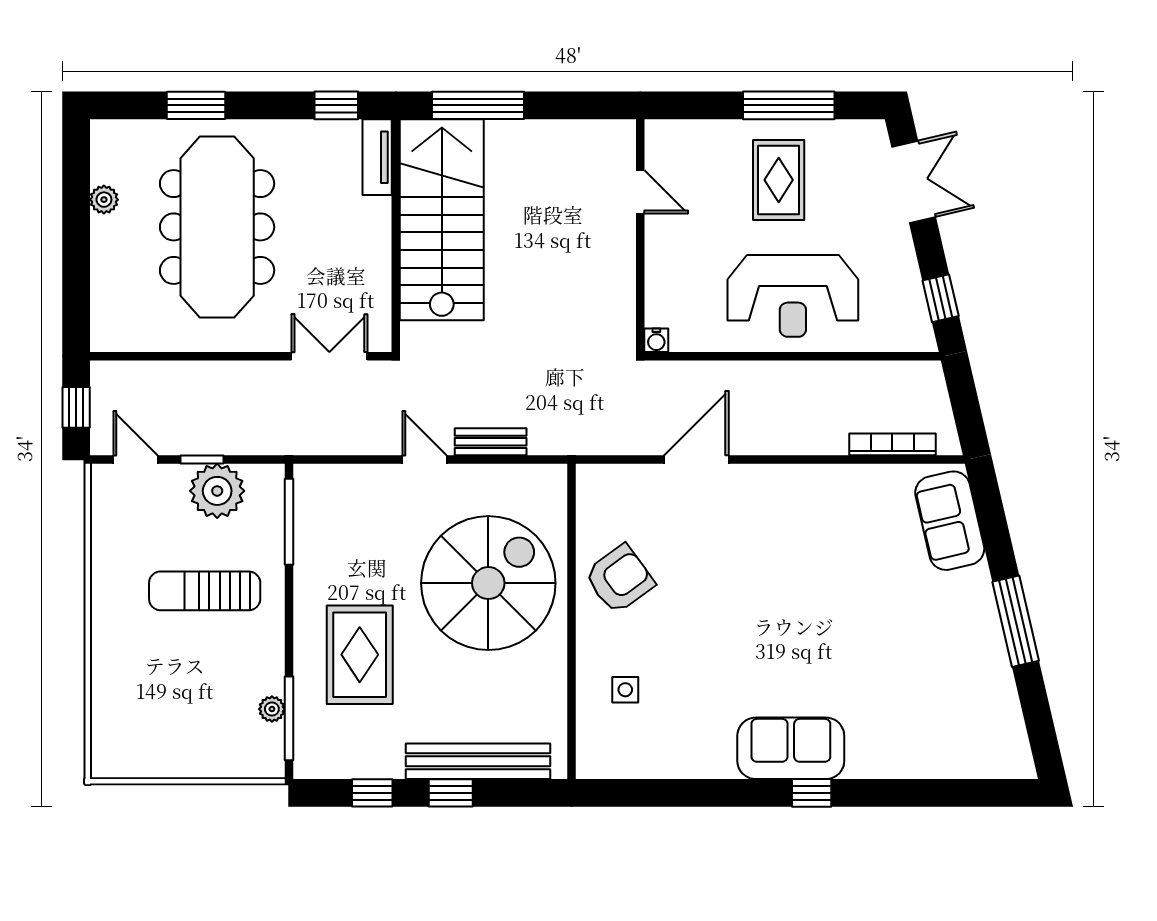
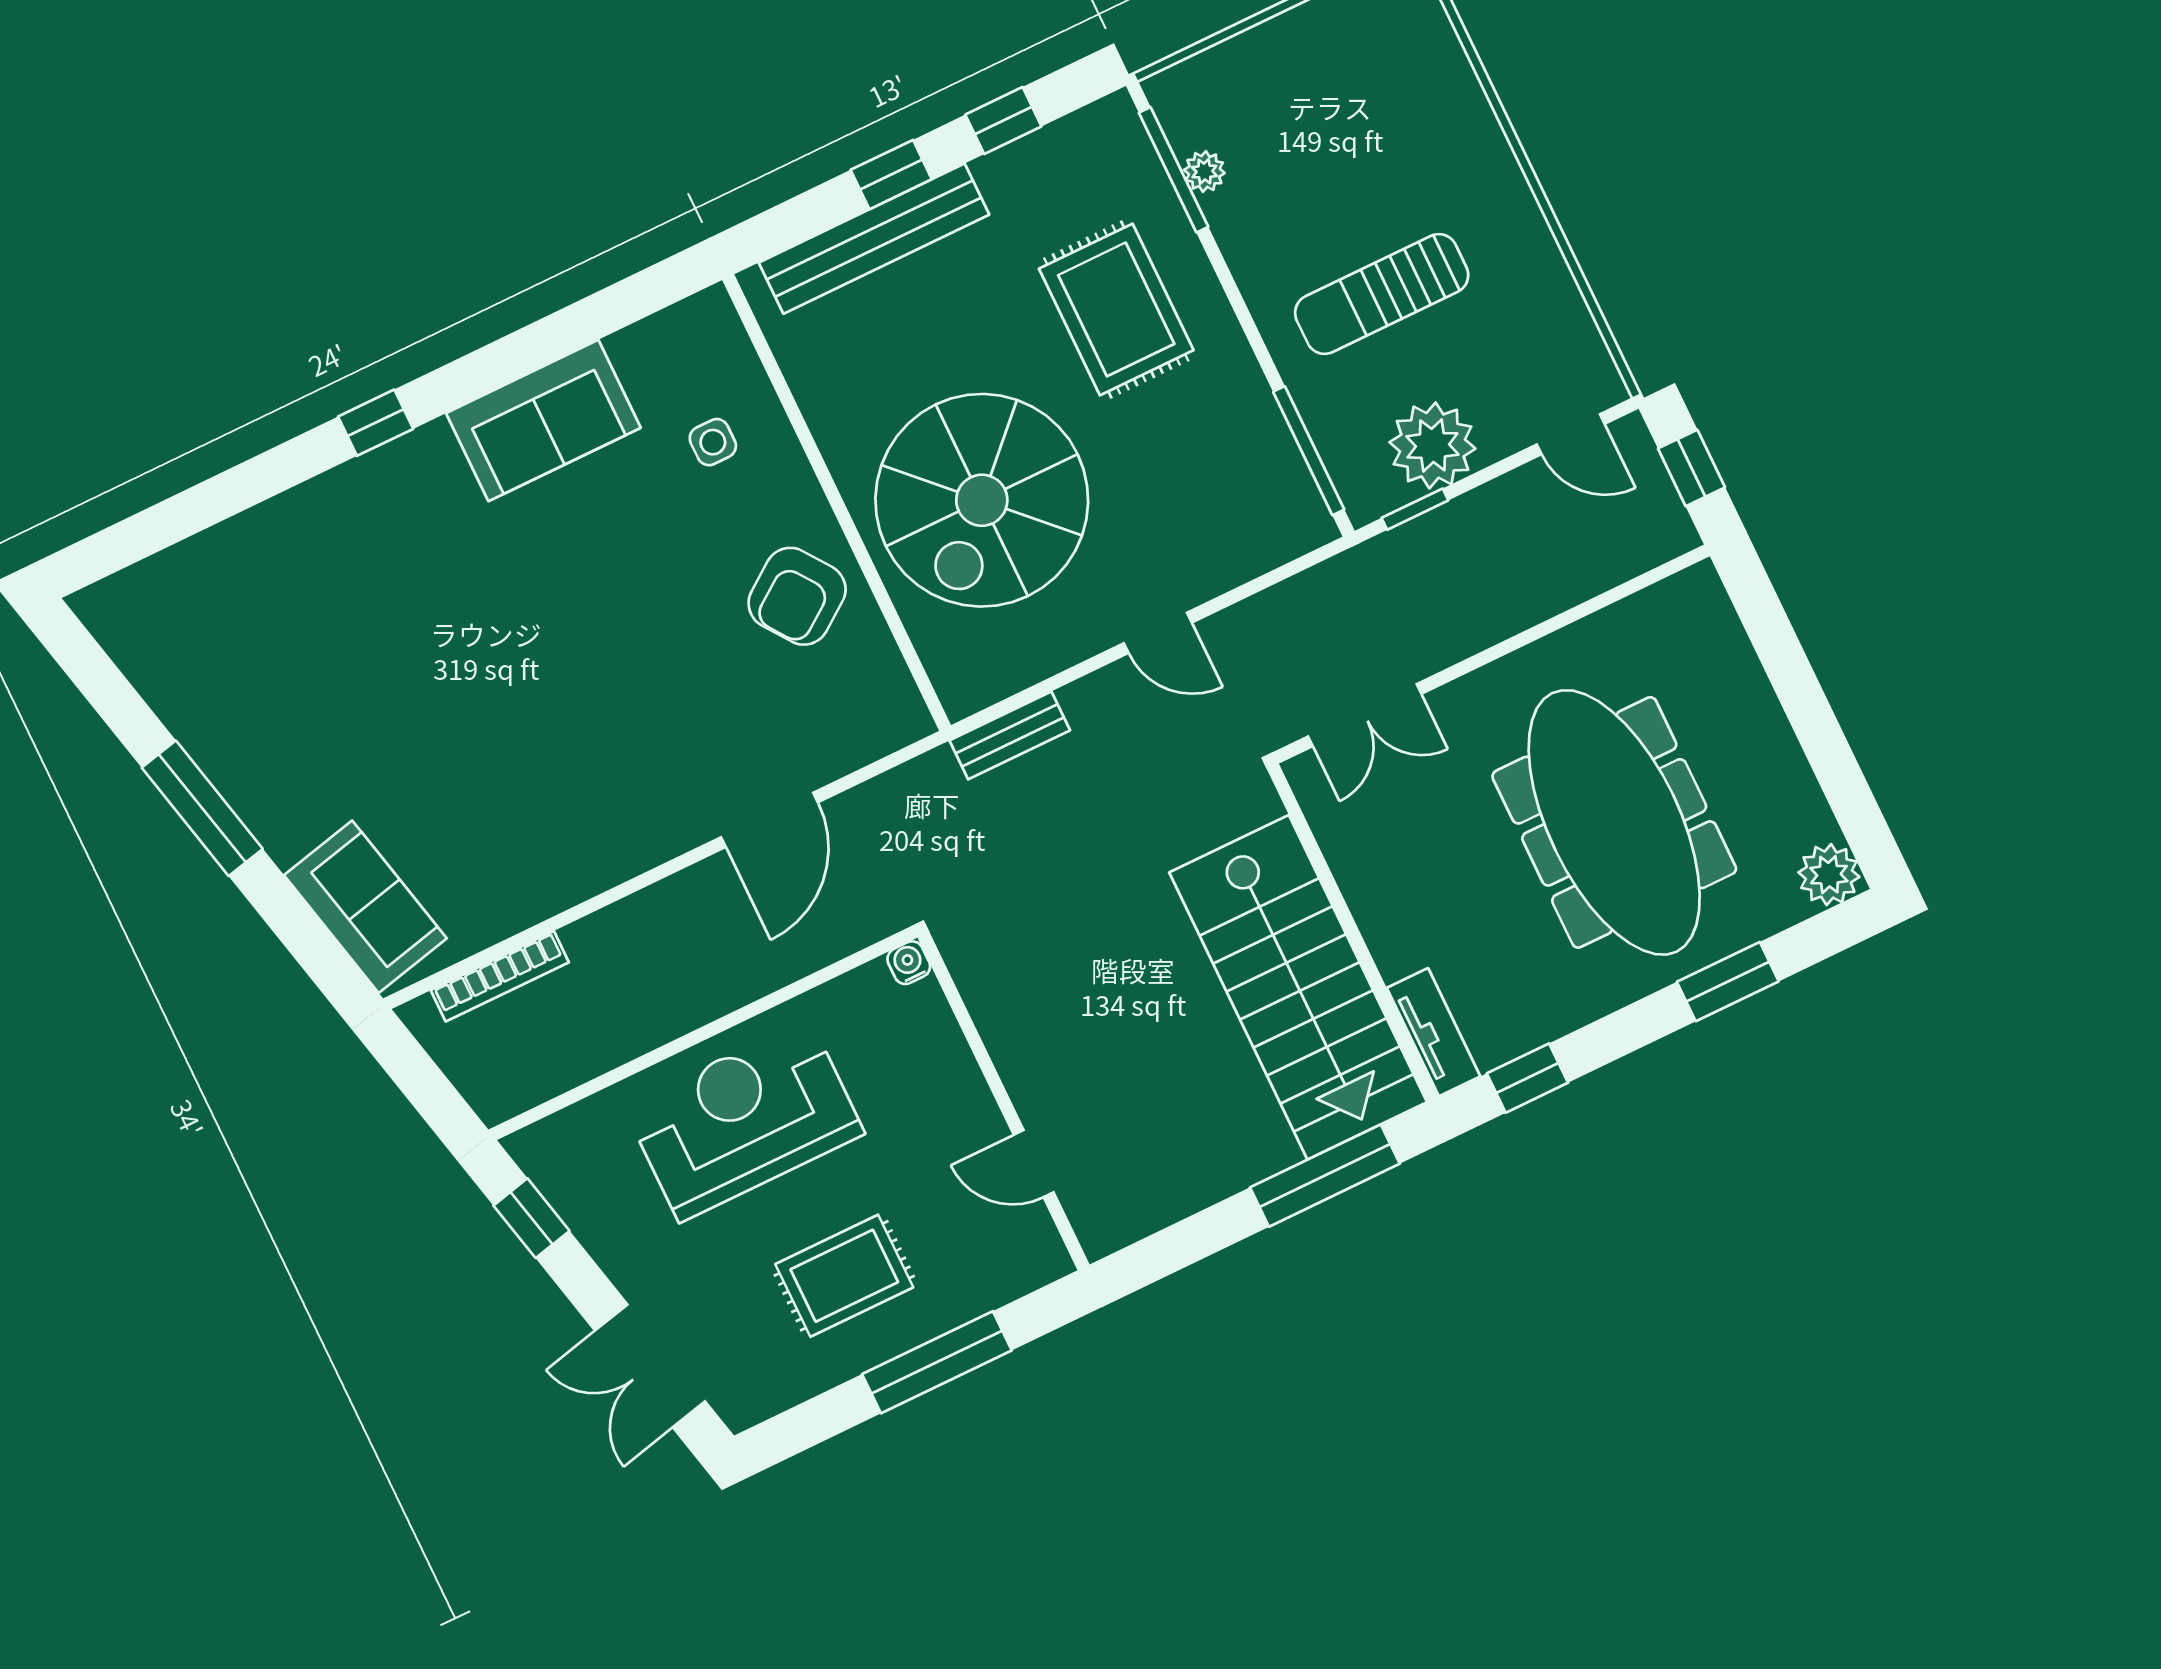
window: (789, 105) -> (937, 1362), moved
rug: (779, 180) -> (844, 1276), turned 90
plant: (104, 200) -> (1829, 875), moved, width x1.38, depth x1.38
bench: (491, 442) -> (1010, 735), moved
window: (202, 460) -> (1415, 509), moved
sun lounger: (205, 591) -> (1382, 294), turned 180
sofa: (791, 748) -> (543, 420), moved

